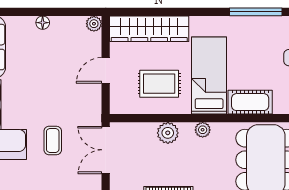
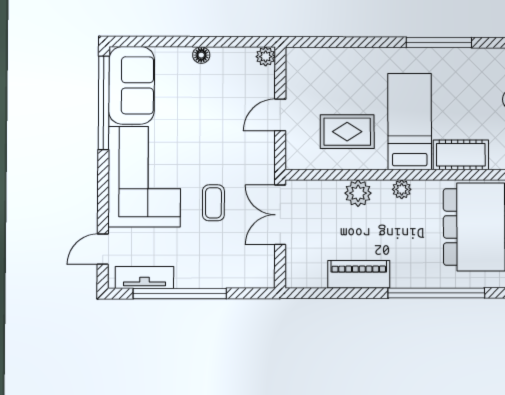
window: (256, 12) -> (439, 42), moved
wardrobe: (149, 29) -> (335, 63), removed

